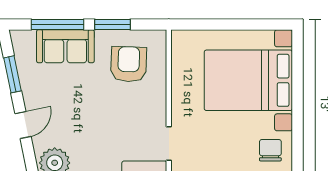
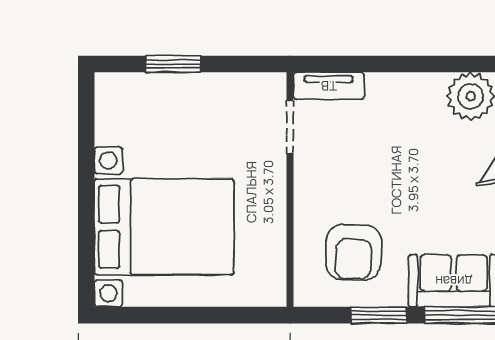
chair: (270, 150) -> (129, 116), removed

